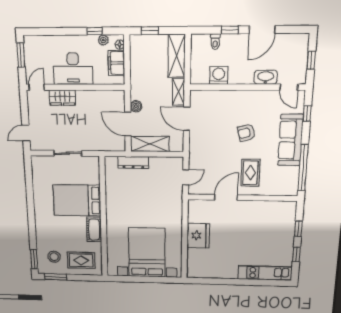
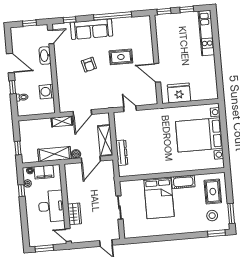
shelving: (177, 56) -> (54, 154), moved
door: (226, 197) -> (157, 73), moved
wall: (242, 198) -> (156, 60), moved

